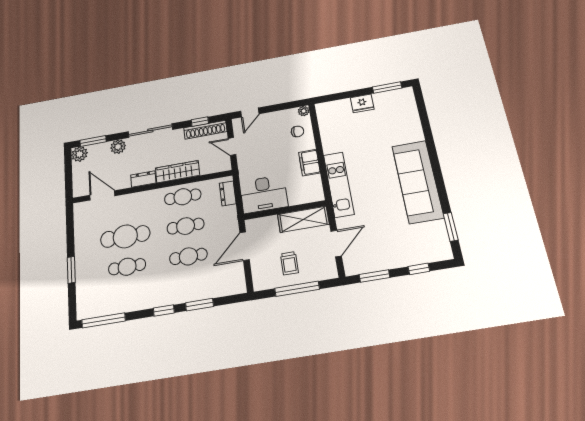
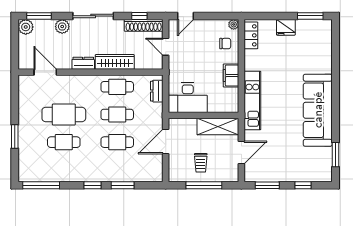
locker: (325, 118) -> (251, 35), added

